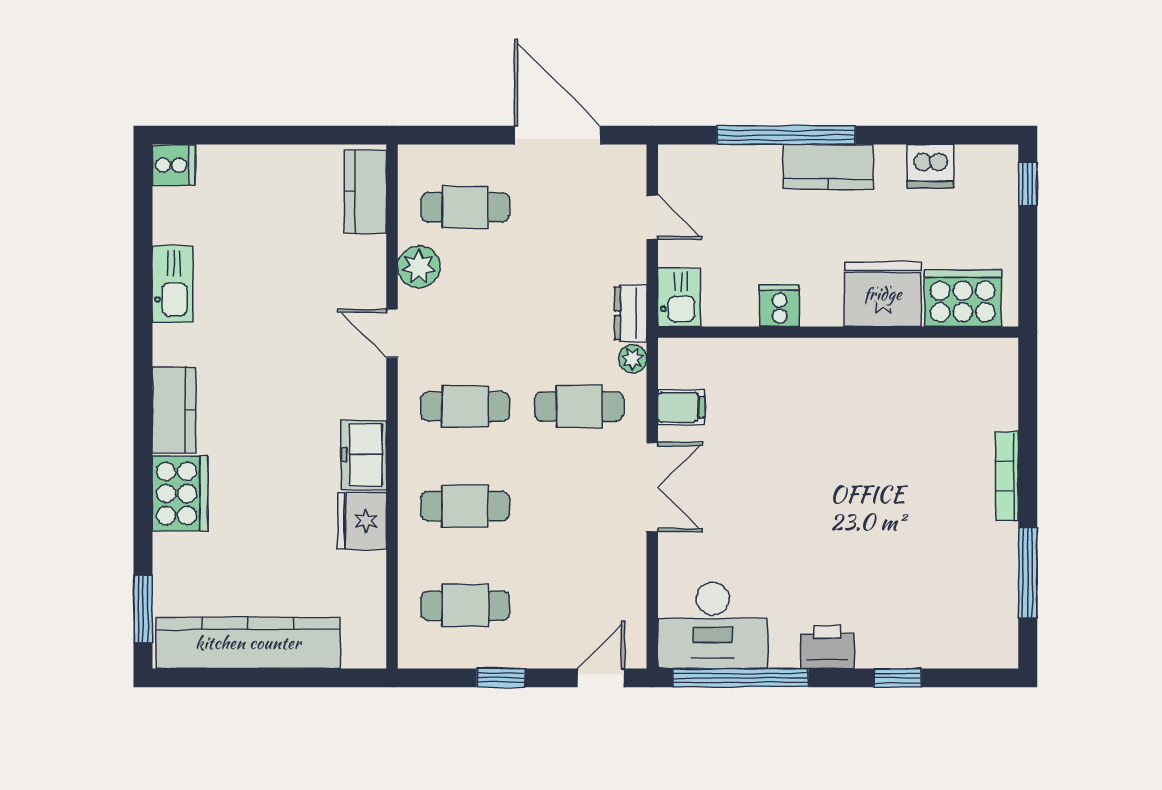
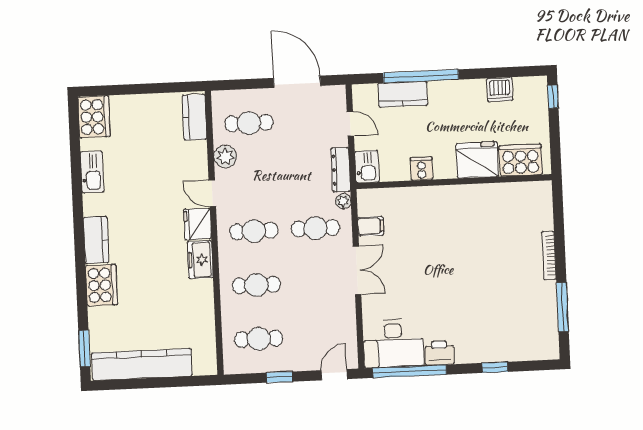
cooker: (174, 165) -> (94, 117), width x1.87, depth x1.31
kitchen counter: (828, 167) -> (403, 94), moved
dresser: (631, 313) -> (341, 170), width x1.44
fridge: (362, 521) -> (197, 224), moved
printer: (827, 647) -> (439, 353), moved

